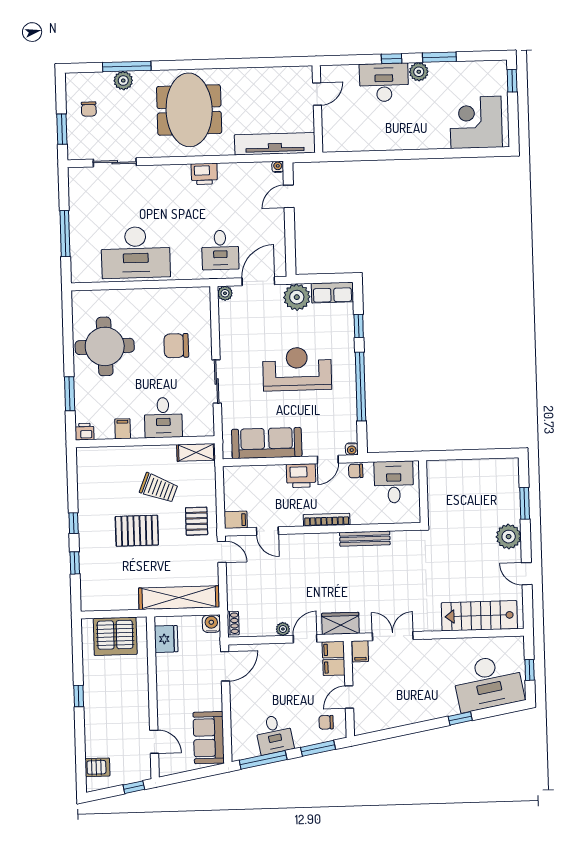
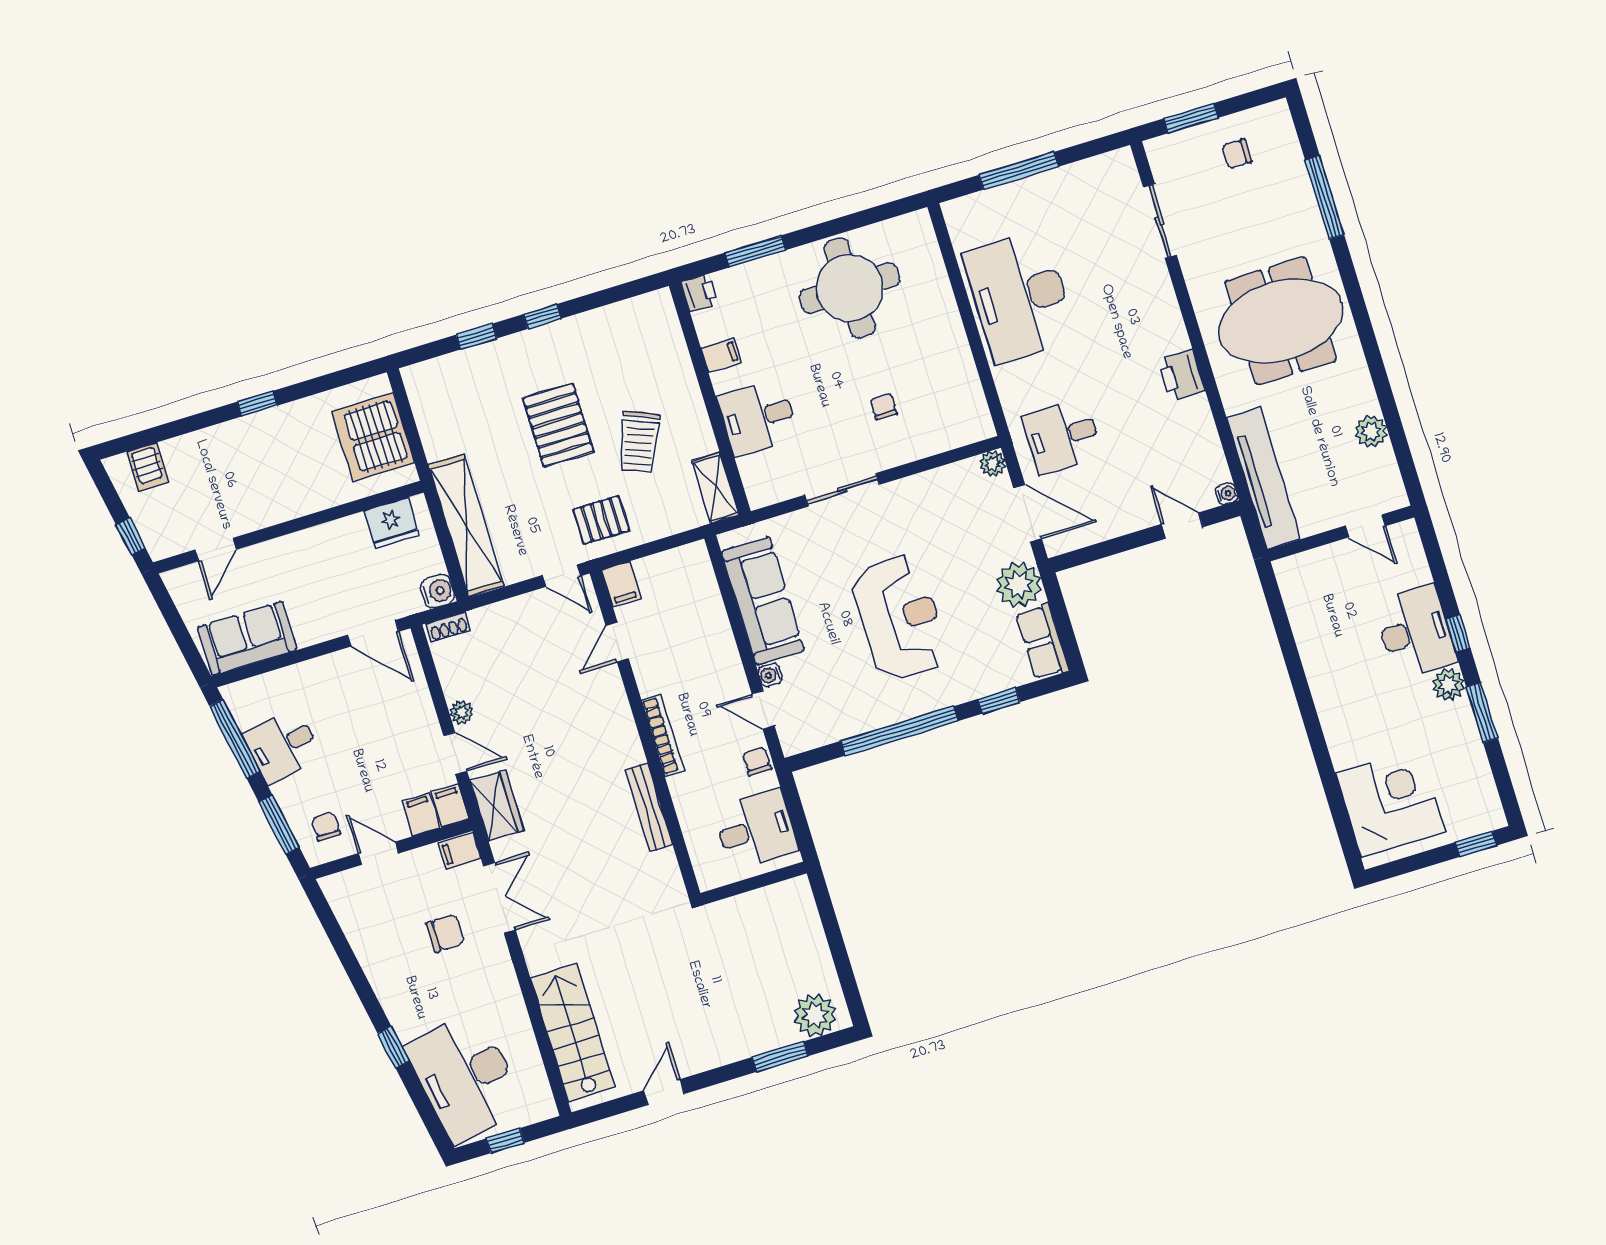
plant: (123, 81) -> (1371, 431), moved
chair: (176, 346) -> (883, 406), width x0.54, depth x0.54
water cooler: (352, 449) -> (770, 675), moved
printer: (301, 476) -> (724, 673), removed
plant: (509, 537) -> (815, 1015), moved
door: (222, 552) -> (562, 576), hinge flipped
chair: (404, 672) -> (445, 933), added

